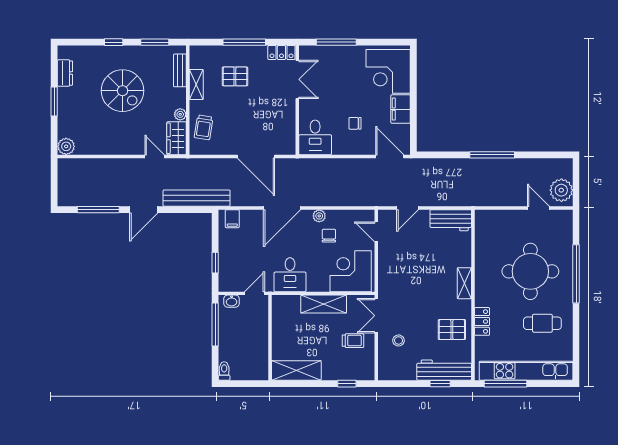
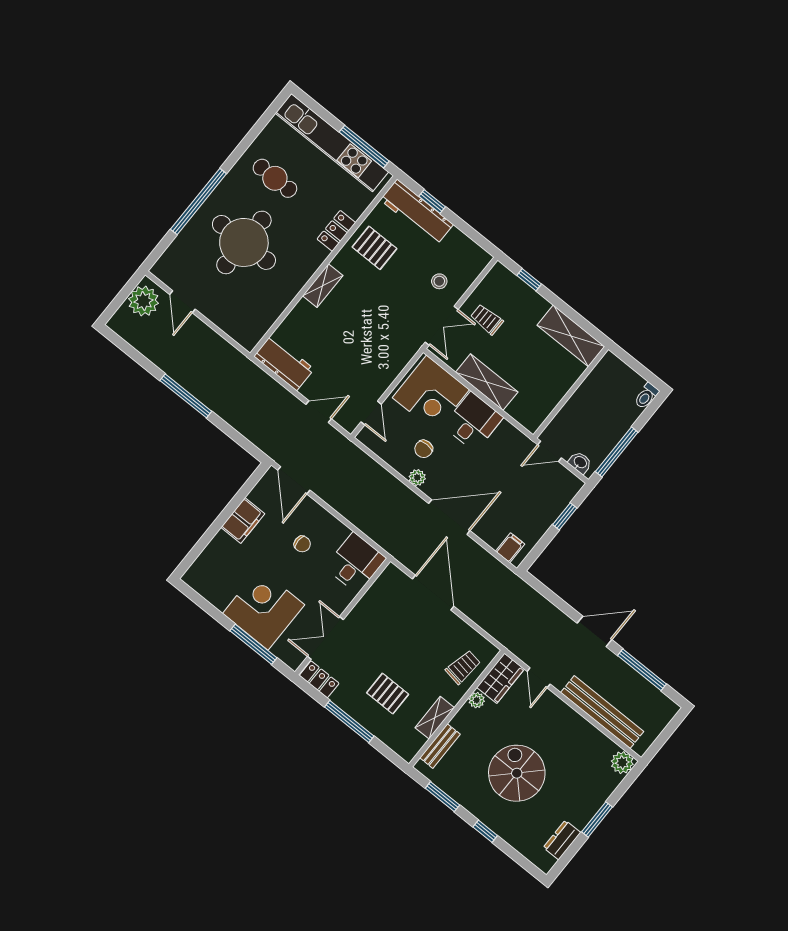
corner desk: (388, 71) -> (264, 609), moved, turned -90
bench: (197, 198) -> (602, 712), moved
desk: (290, 275) -> (473, 422), moved

